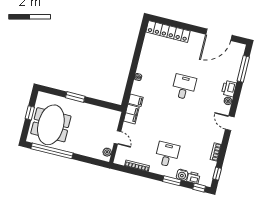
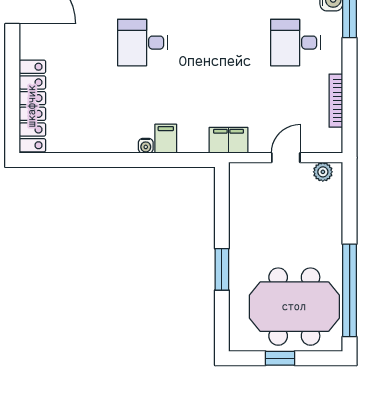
filing cabinet: (136, 100) -> (166, 139), moved

